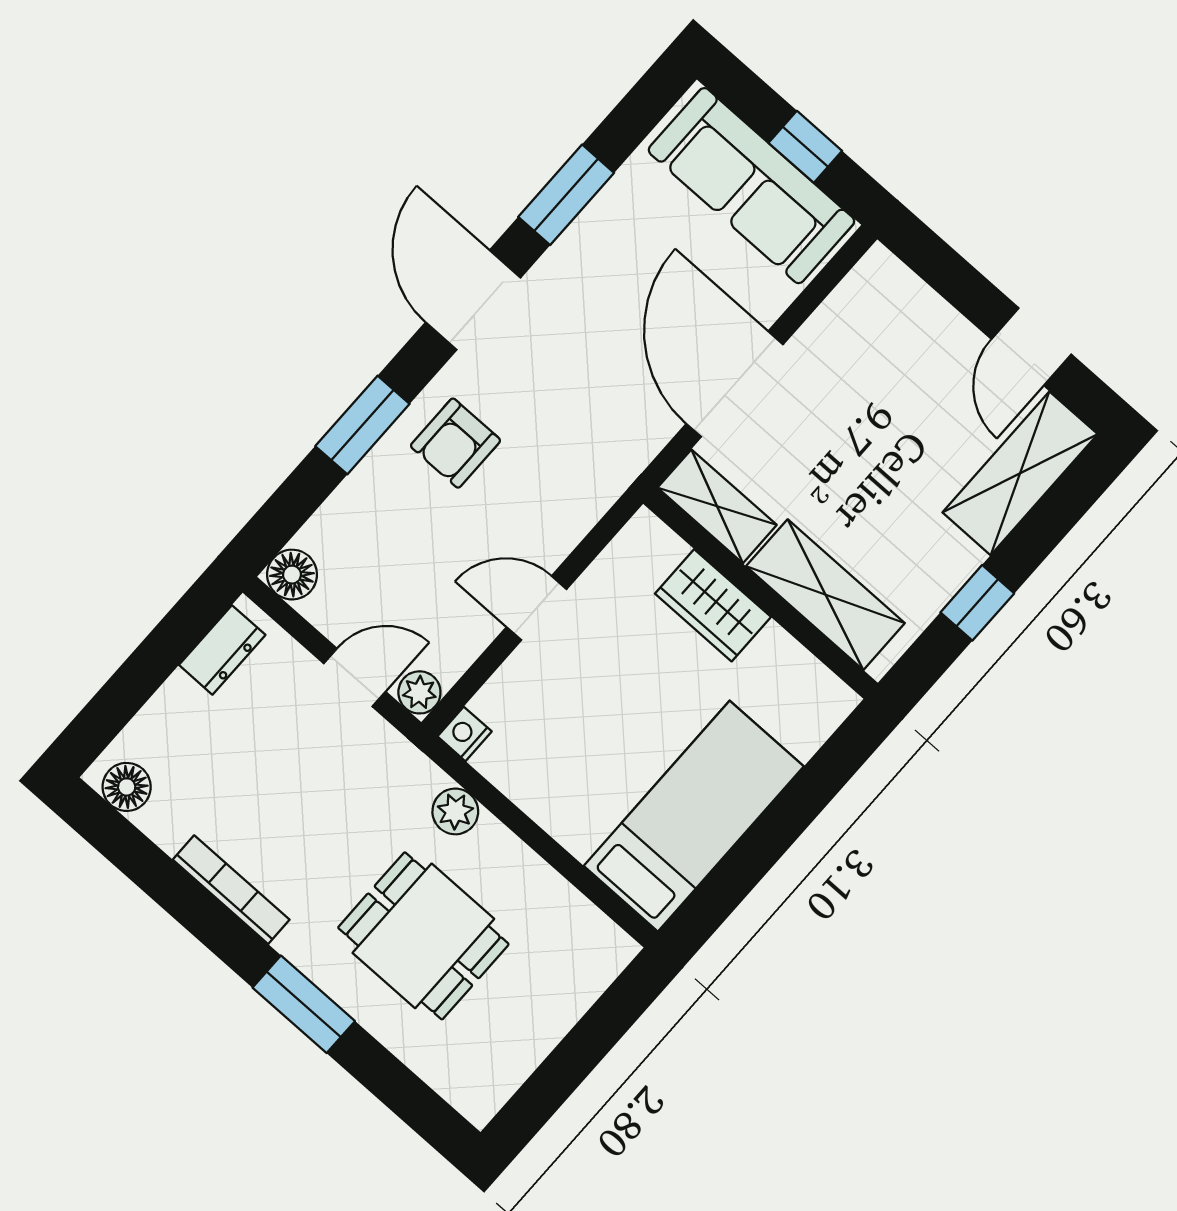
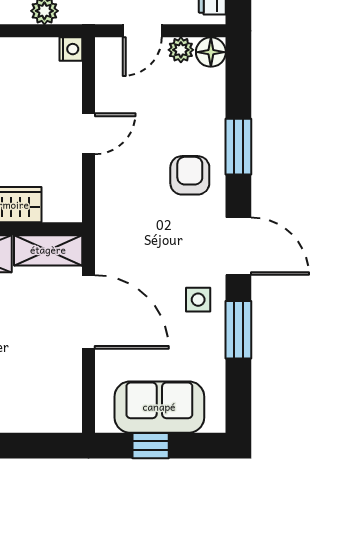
sofa: (751, 186) -> (159, 407), width x0.73
side table: (583, 278) -> (198, 300), added
plant: (419, 692) -> (181, 50), moved

